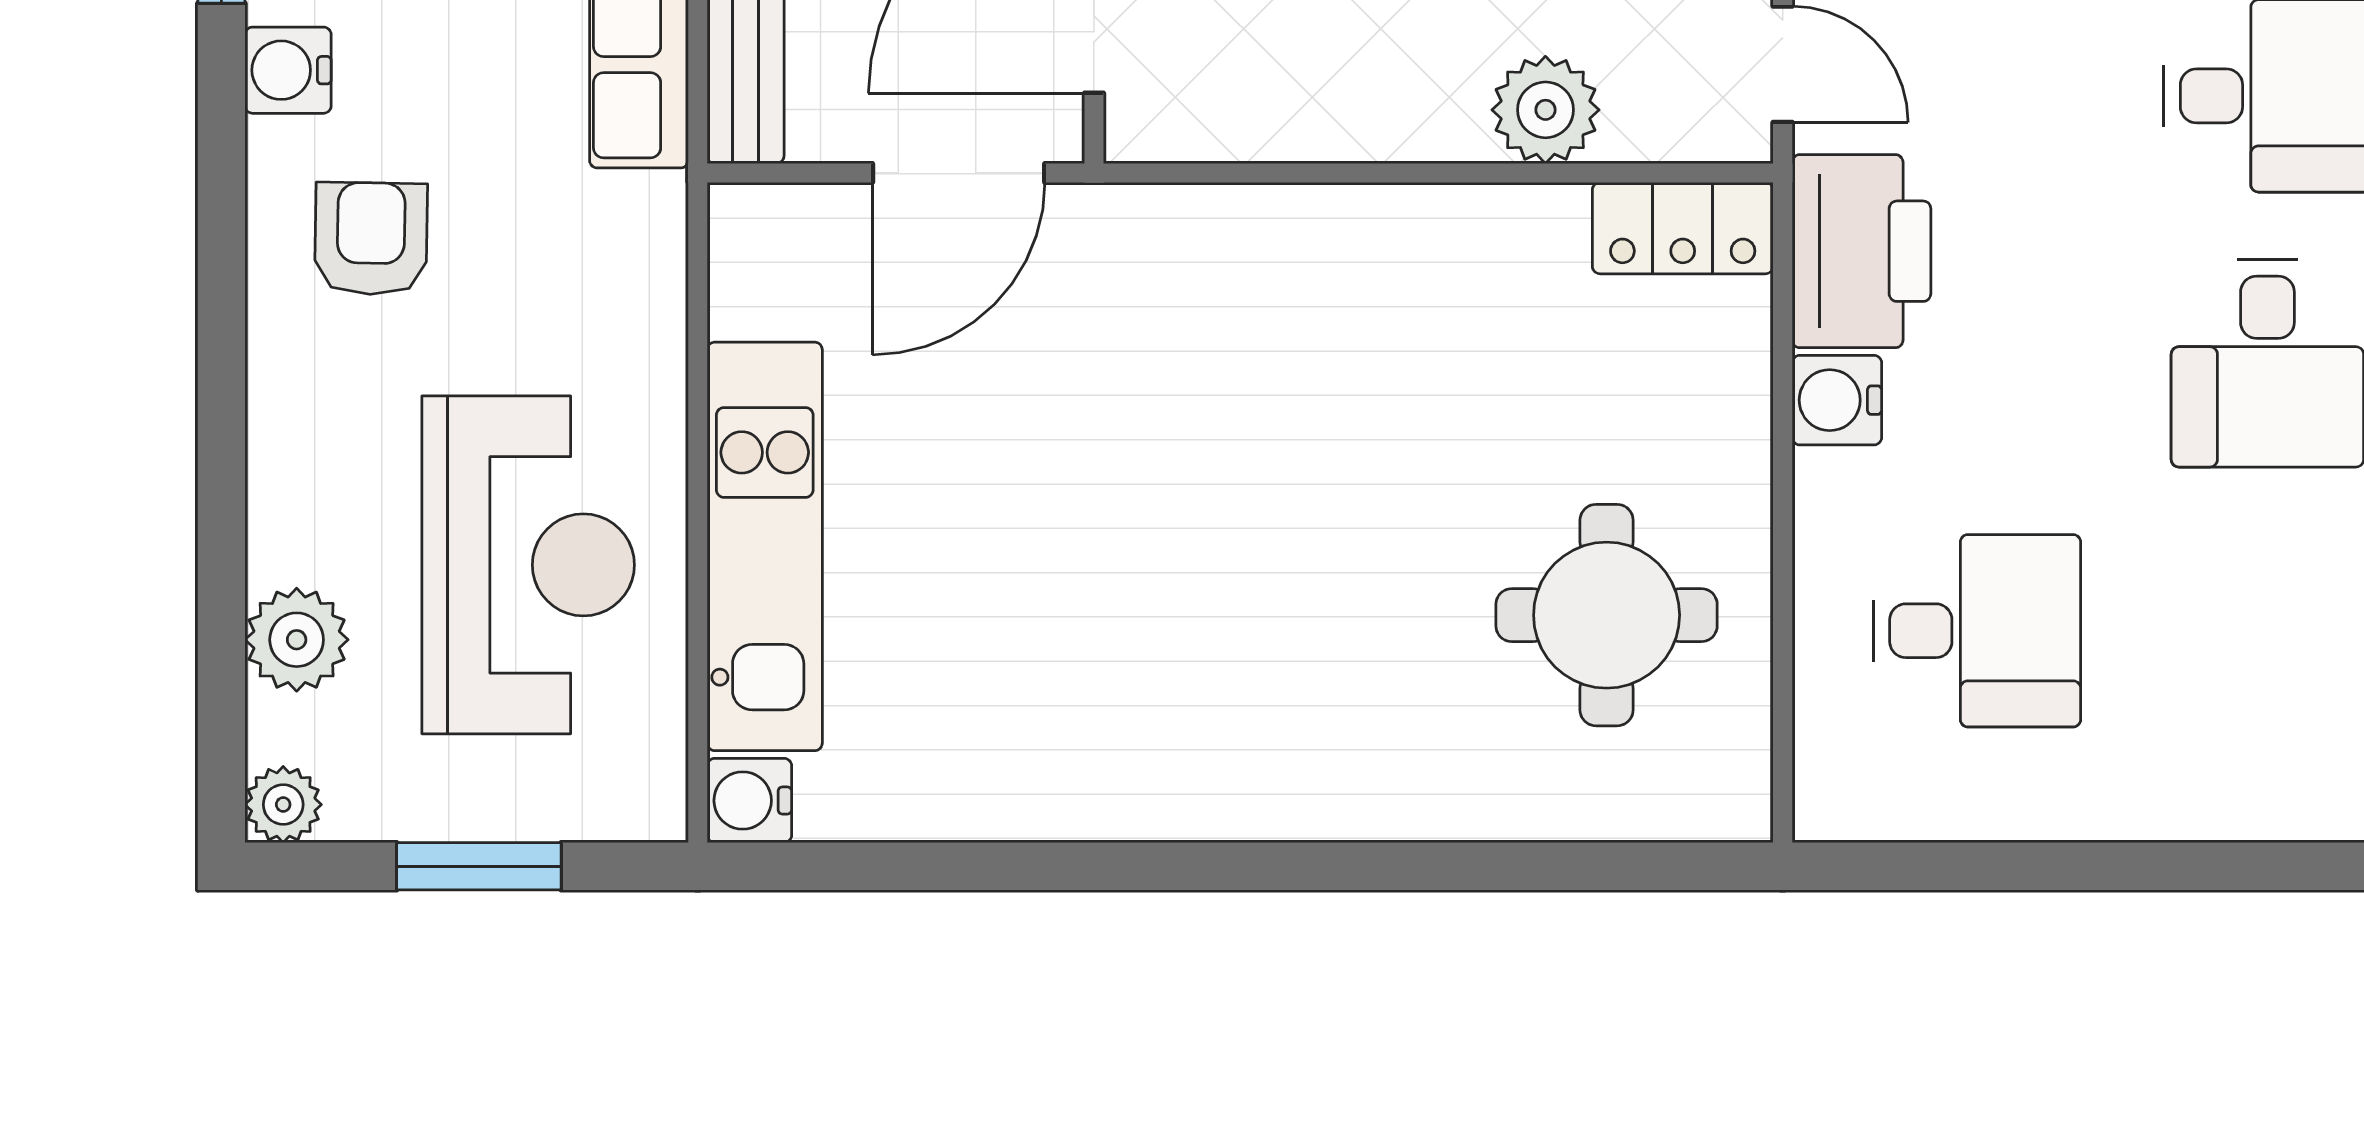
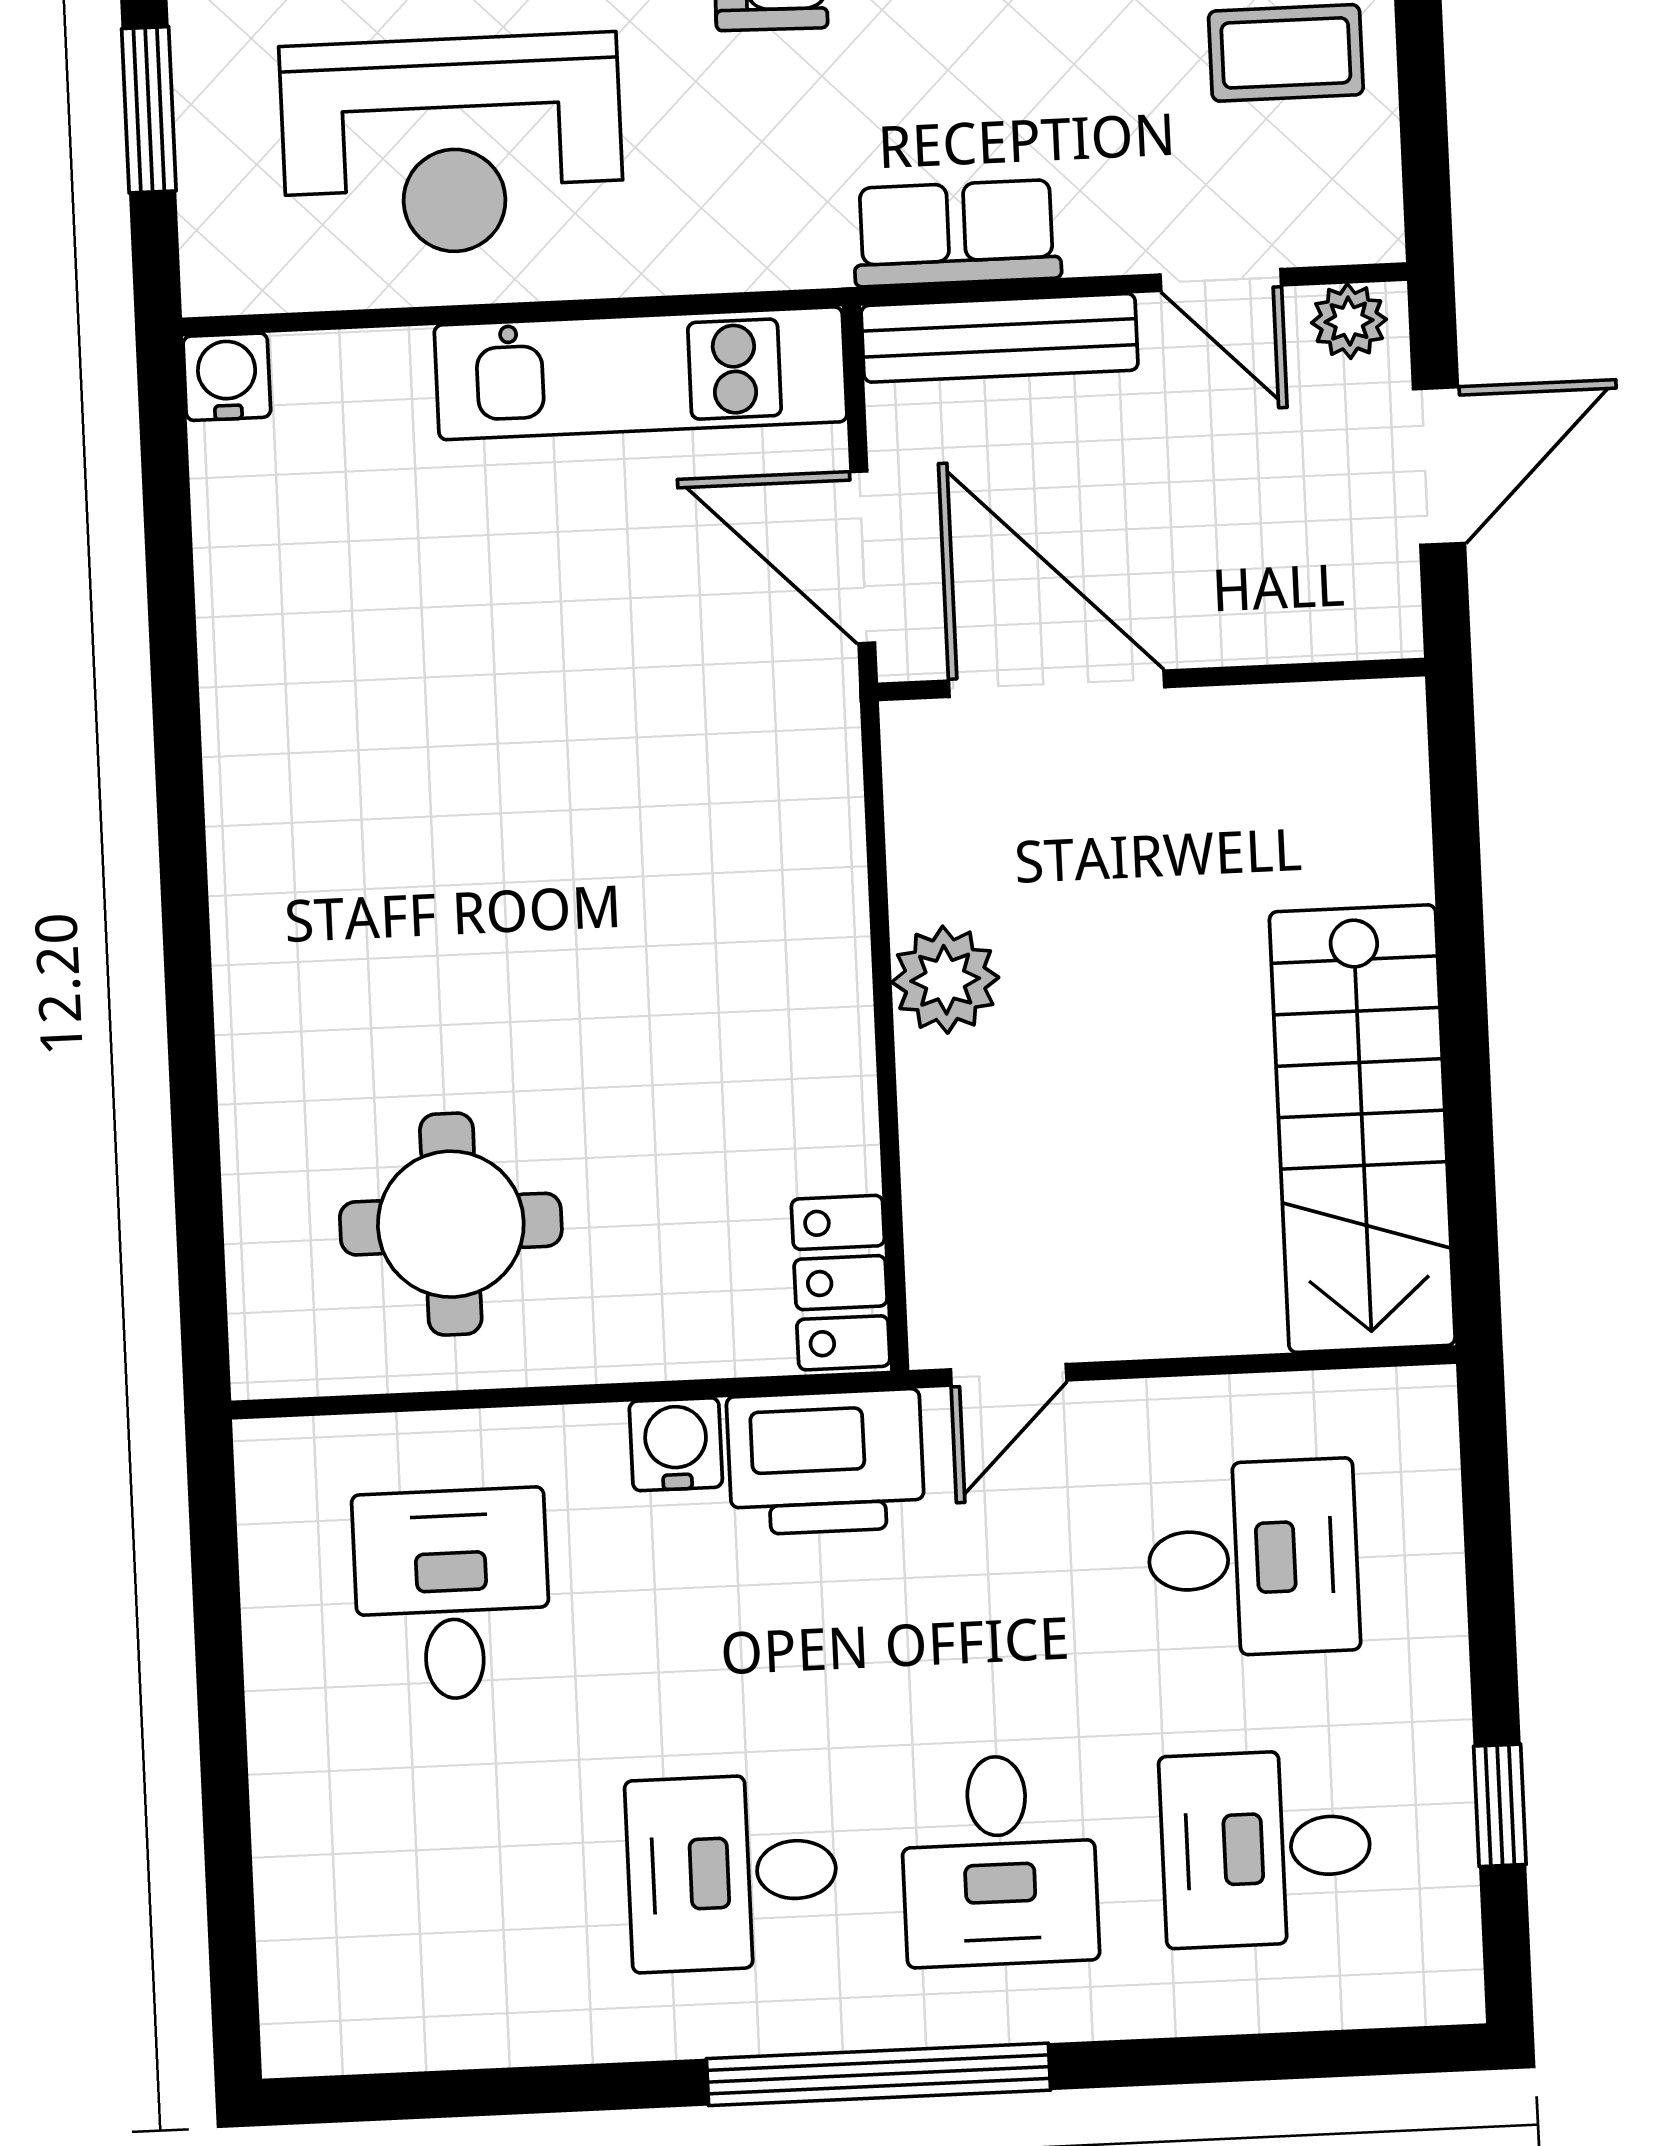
plant: (1545, 110) -> (945, 980), moved
kitchen unit: (765, 546) -> (641, 373), moved
desk: (1977, 631) -> (452, 1595), turned 180

